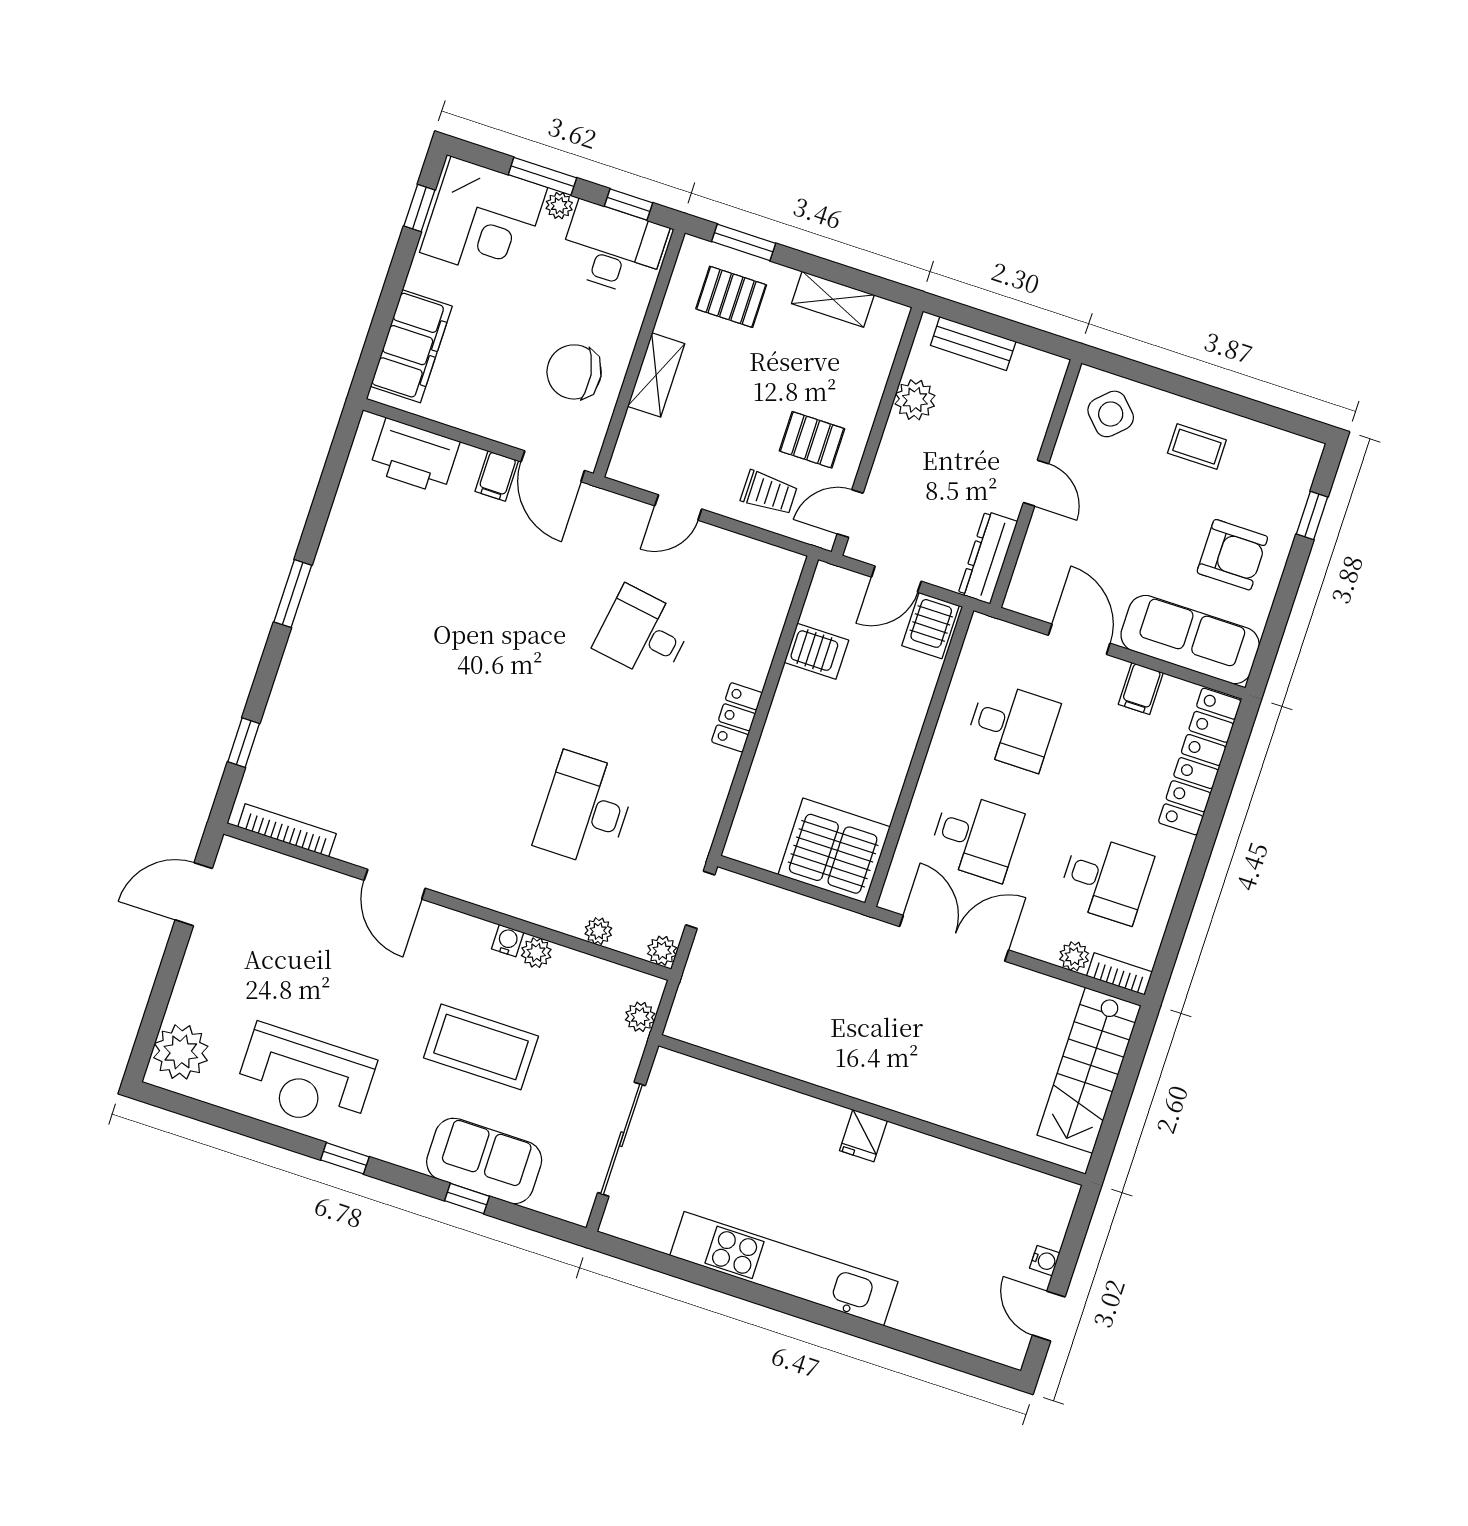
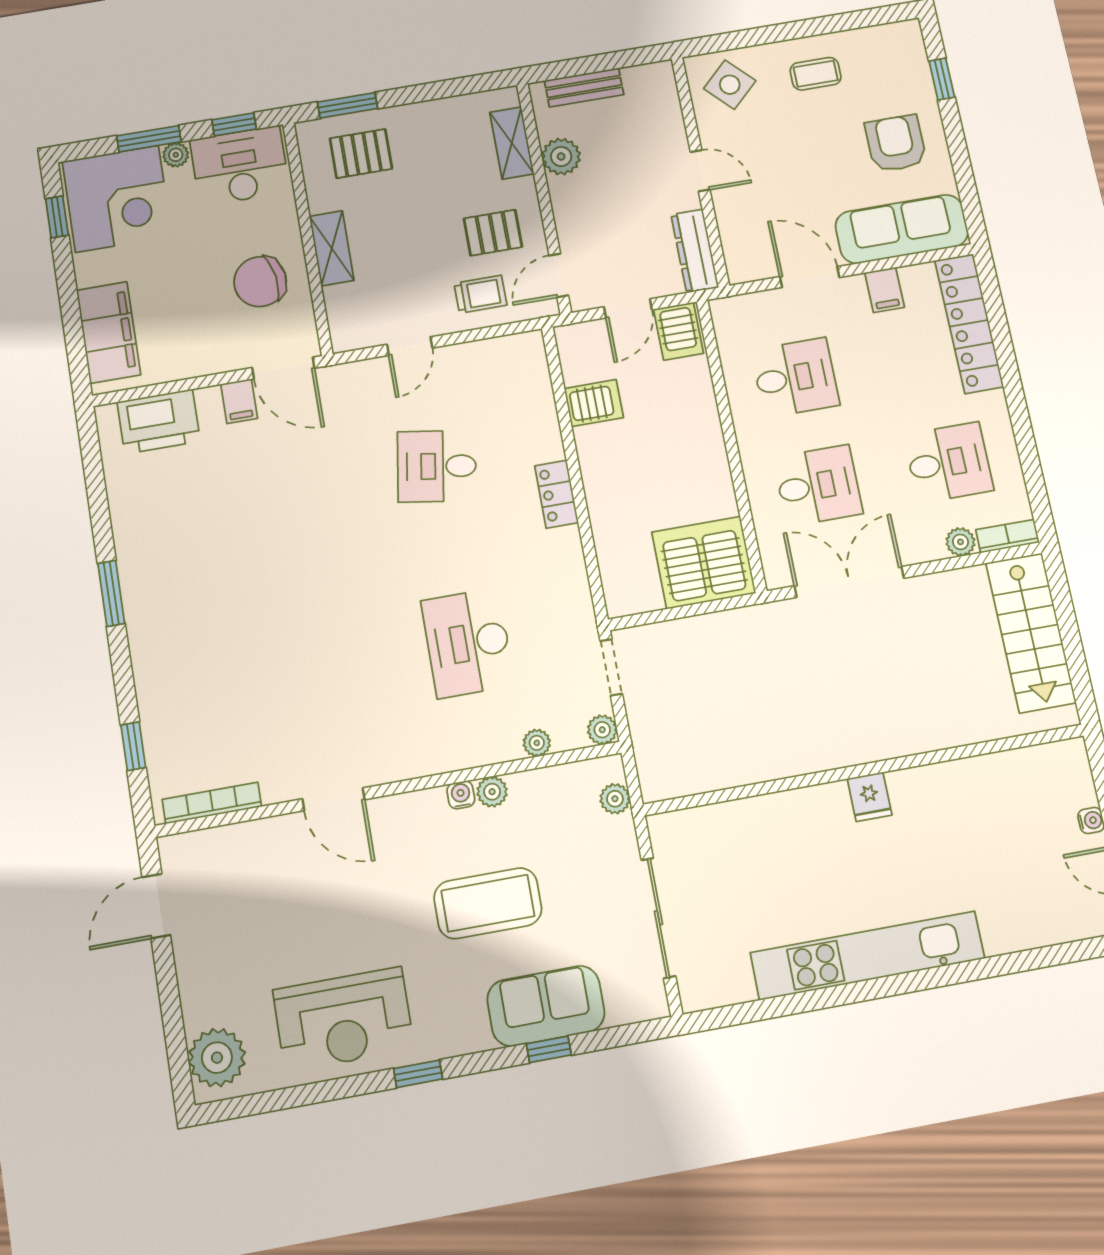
shelving: (833, 299) -> (512, 143), moved, turned 90
armchair: (1232, 555) -> (896, 143), turned -90

